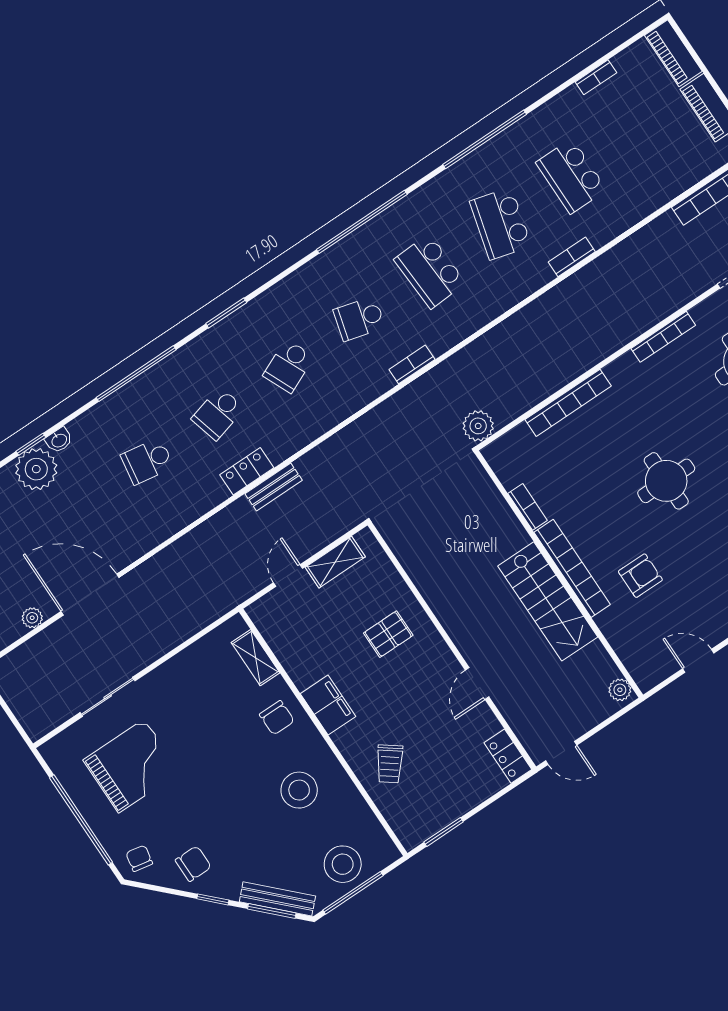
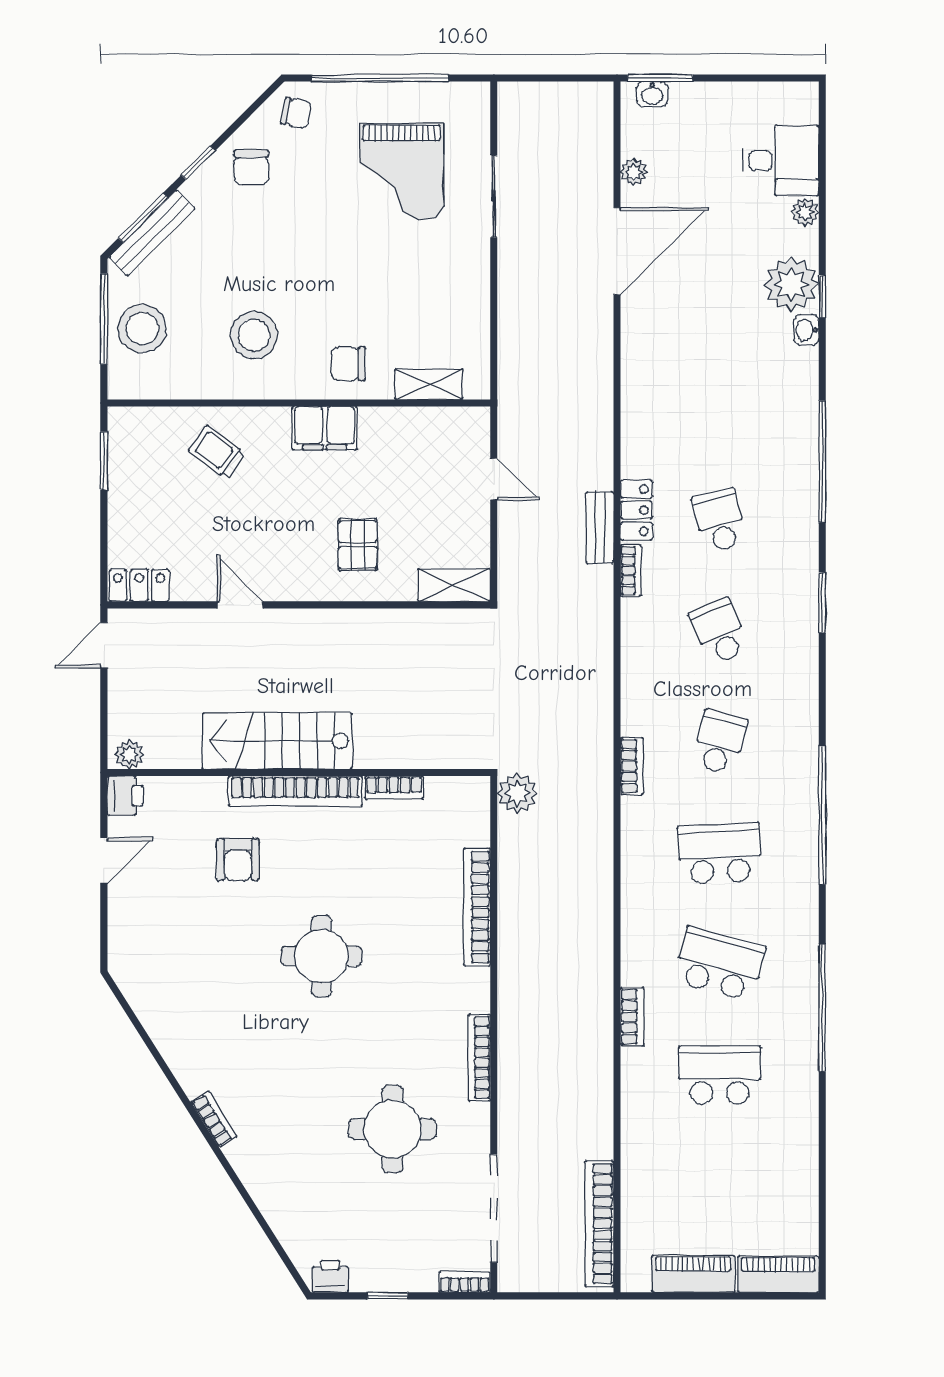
bookcase: (596, 77) -> (631, 570), moved, turned 180
school desk: (147, 461) -> (720, 410), removed
shelving: (335, 562) -> (454, 585), moved, turned 90
printer: (648, 675) -> (125, 796), added

